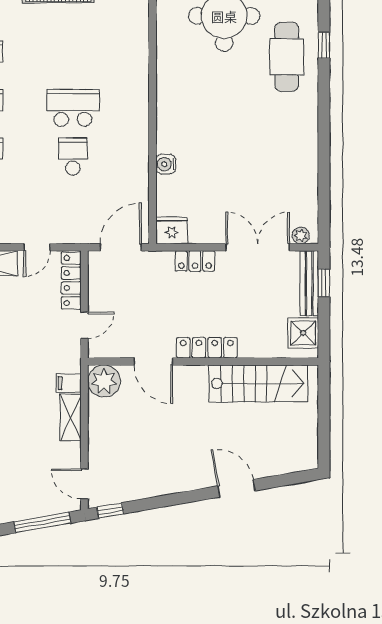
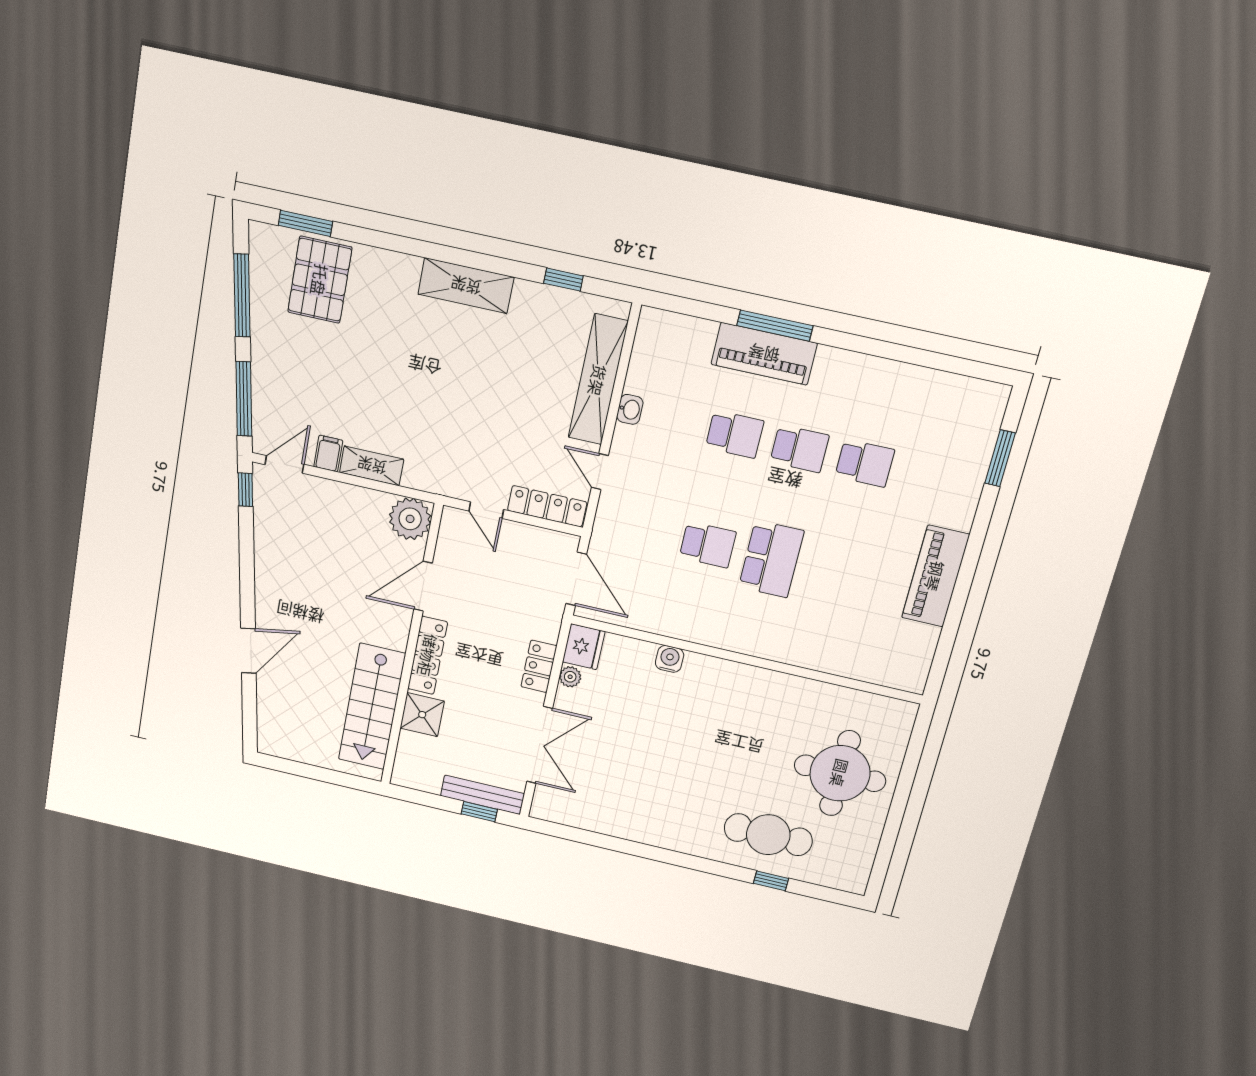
plant: (301, 236) -> (570, 677), moved
shower: (303, 333) -> (422, 715), moved
filing cabinet: (69, 383) -> (328, 453), moved

